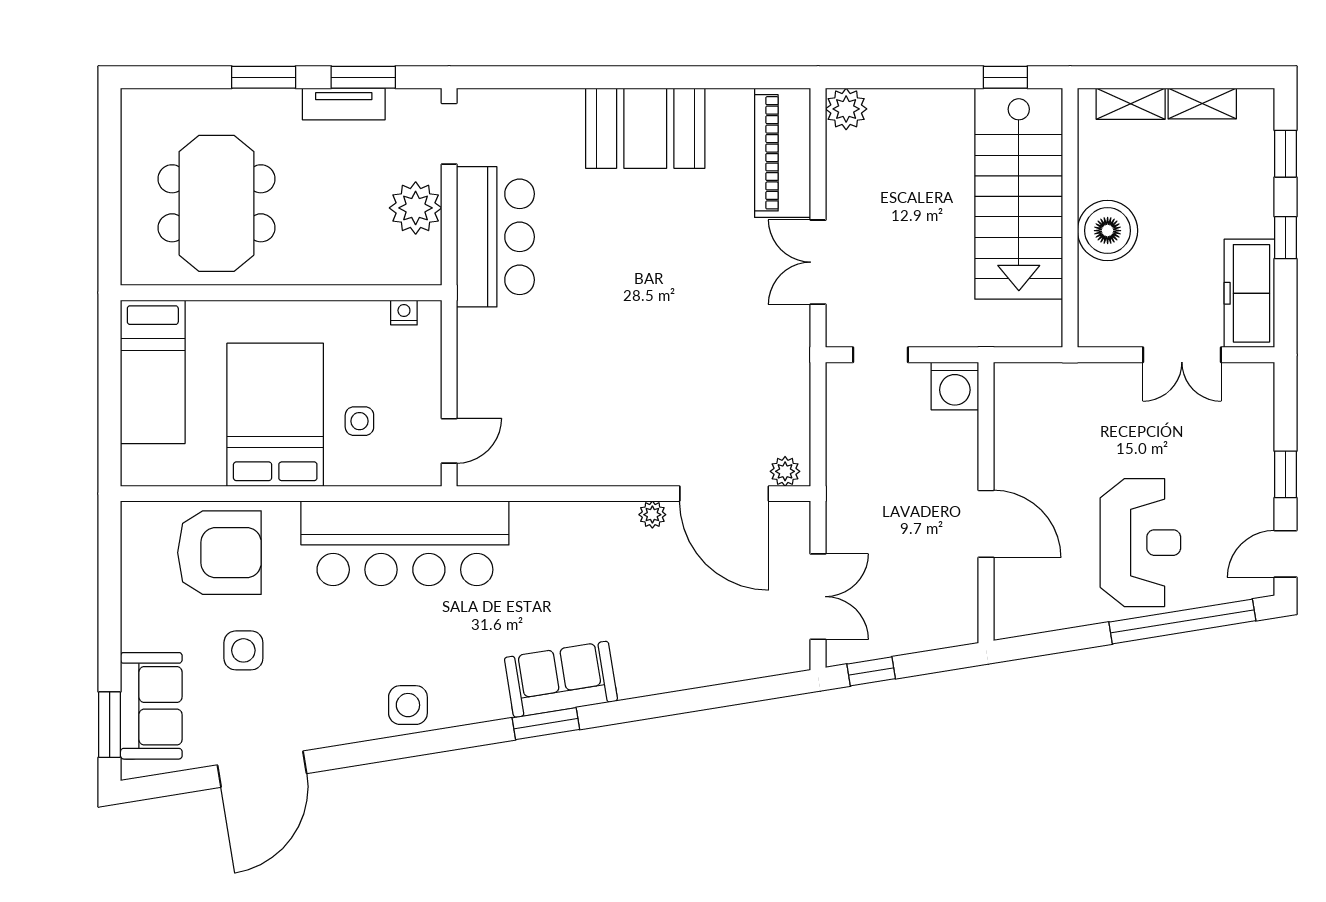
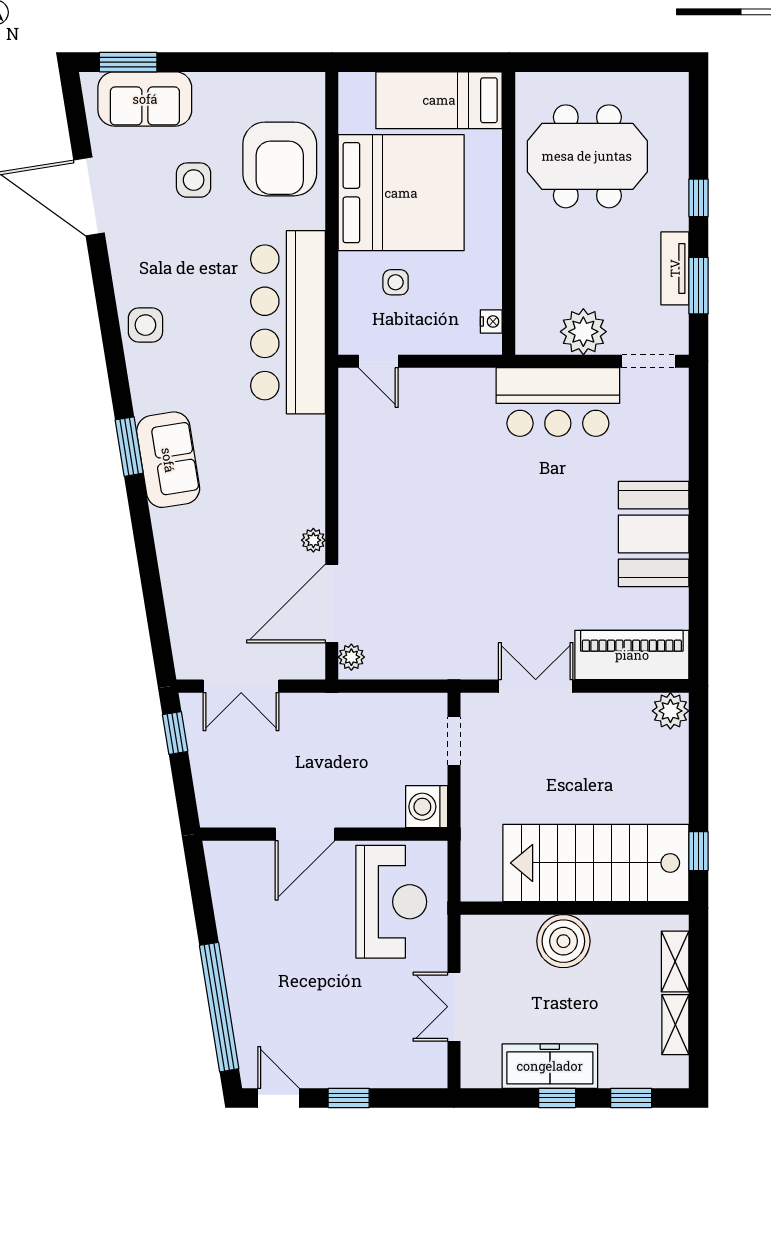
window: (264, 77) -> (698, 198), width x0.67
freezer: (1249, 293) -> (550, 1066), moved
bed: (275, 415) -> (401, 193), width x1.36
reception desk: (1140, 543) -> (391, 902), moved, turned -90

